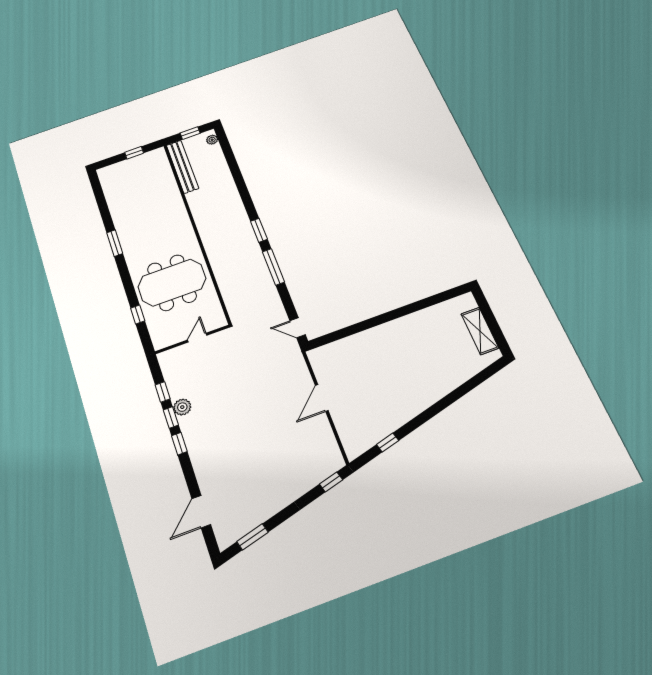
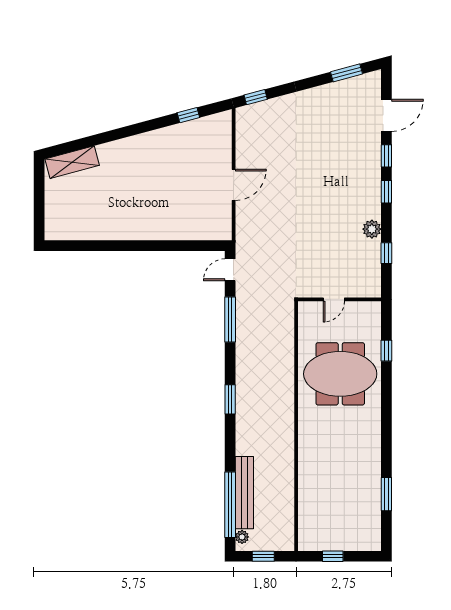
window: (230, 157) -> (230, 505), added
bench: (182, 167) -> (244, 493), moved
window: (115, 243) -> (386, 494), moved
window: (273, 267) -> (230, 320), moved
door: (298, 328) -> (230, 270), swing flipped
shelving: (480, 331) -> (72, 162), moved, turned 75
window: (171, 418) -> (386, 156), moved

